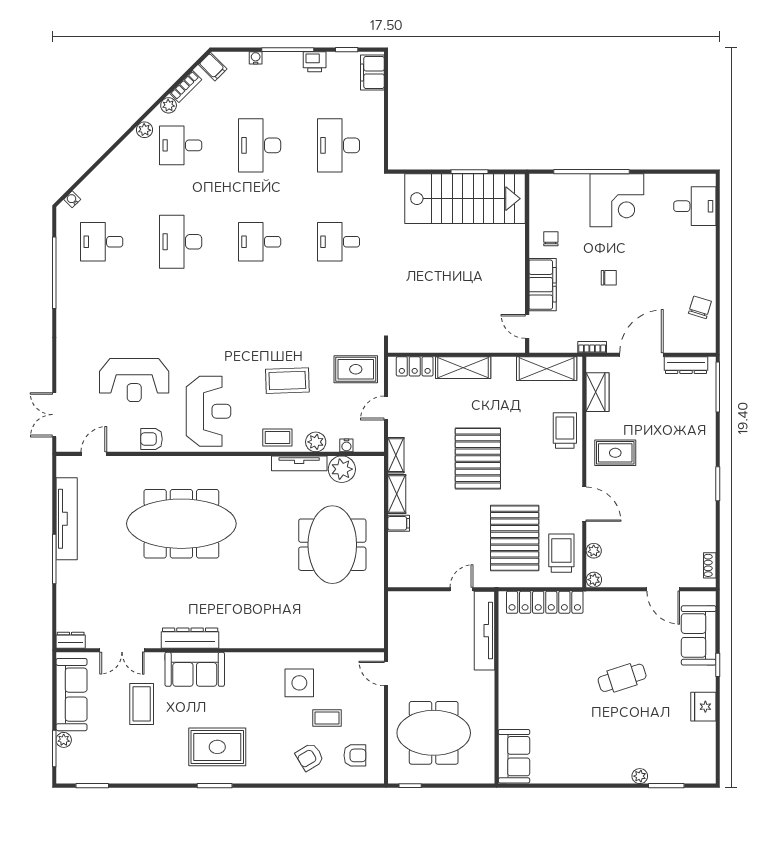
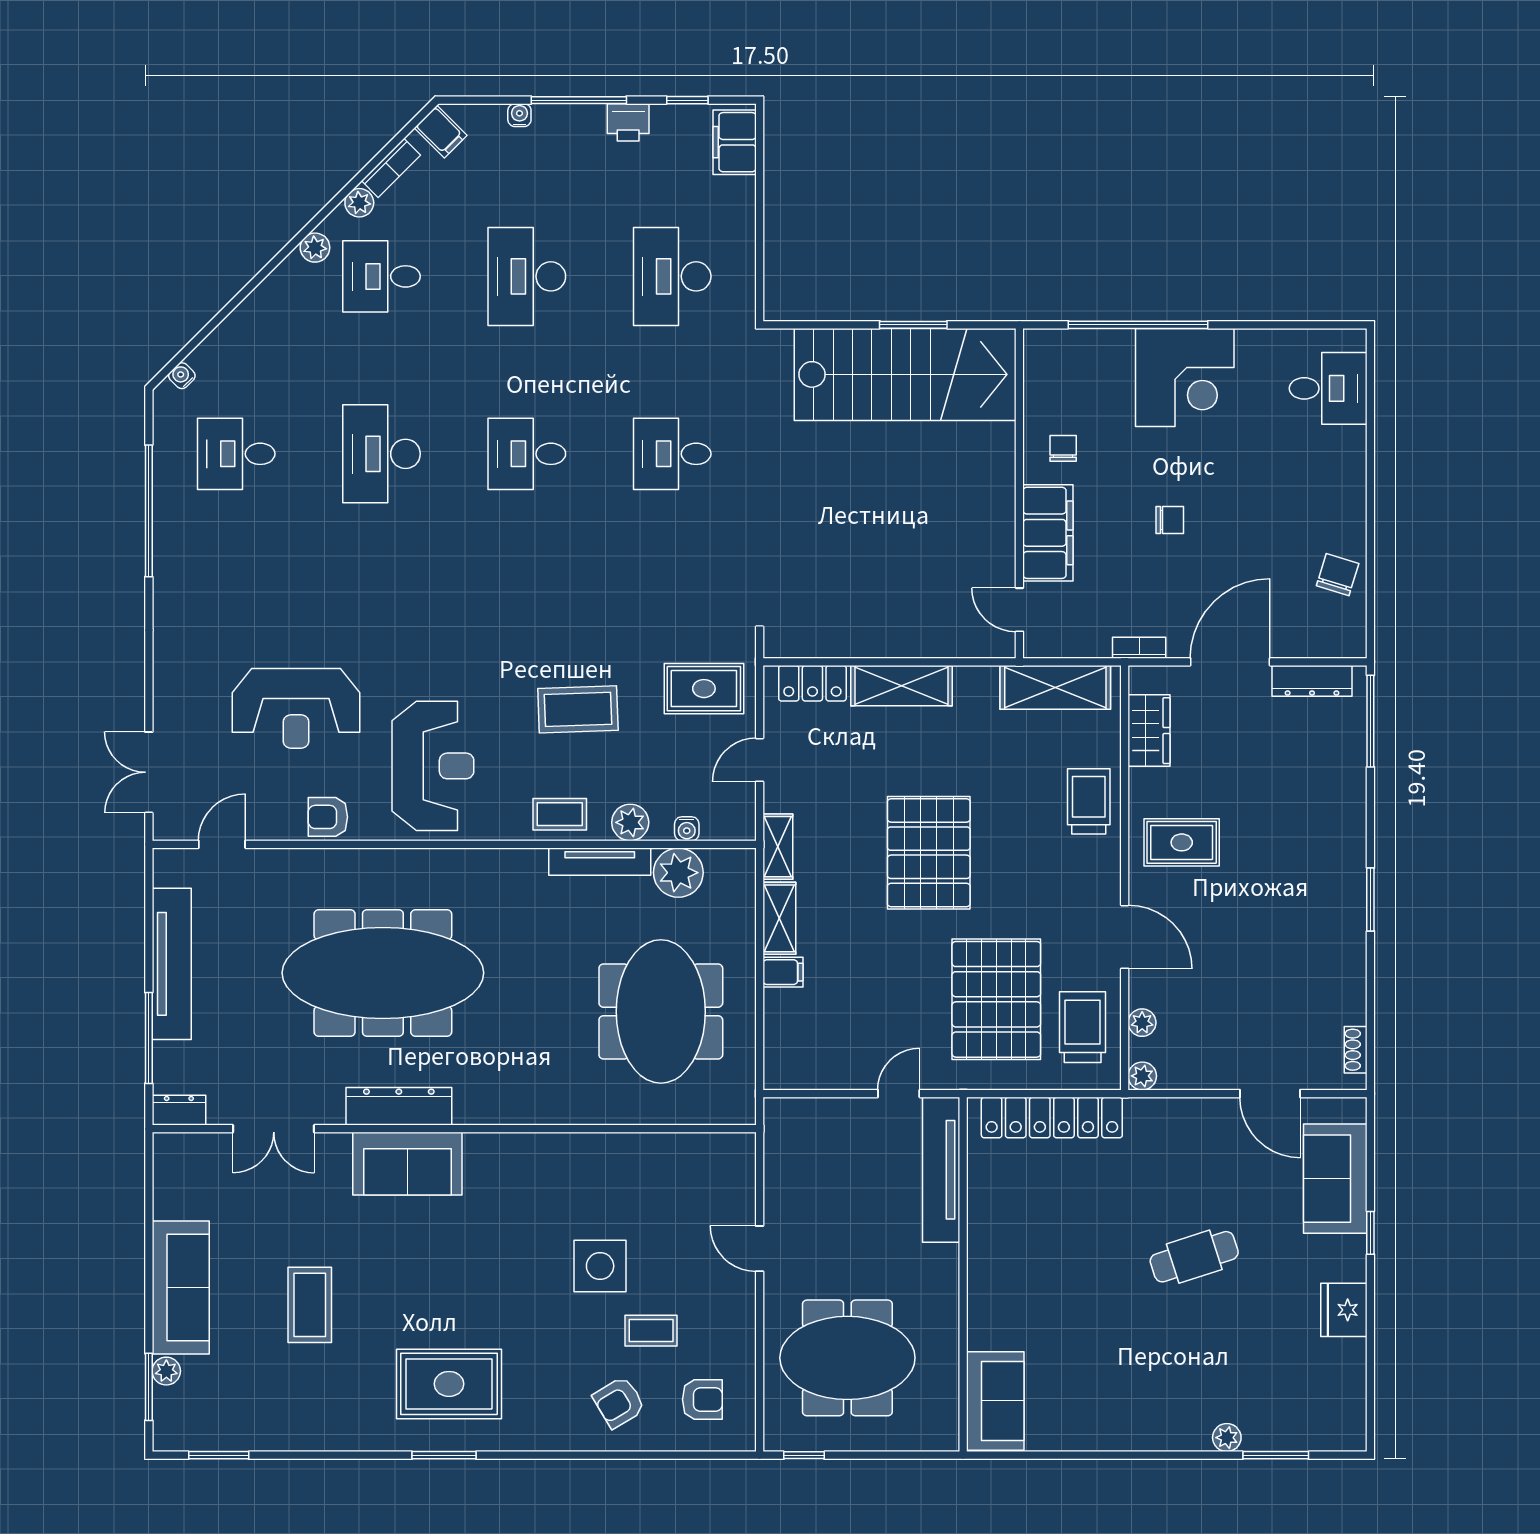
dresser: (190, 638) -> (399, 1106), moved
dresser: (71, 640) -> (179, 1110), moved
double door: (122, 650) -> (274, 1129), moved
wall: (220, 650) -> (454, 1129), moved
sofa: (195, 669) -> (407, 1164), moved

